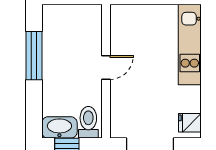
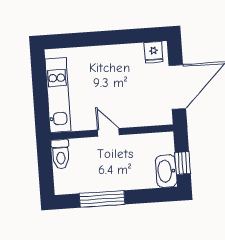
kitchen unit: (190, 45) -> (58, 95), moved, turned -90
toilet: (88, 122) -> (61, 154), moved, turned -90

